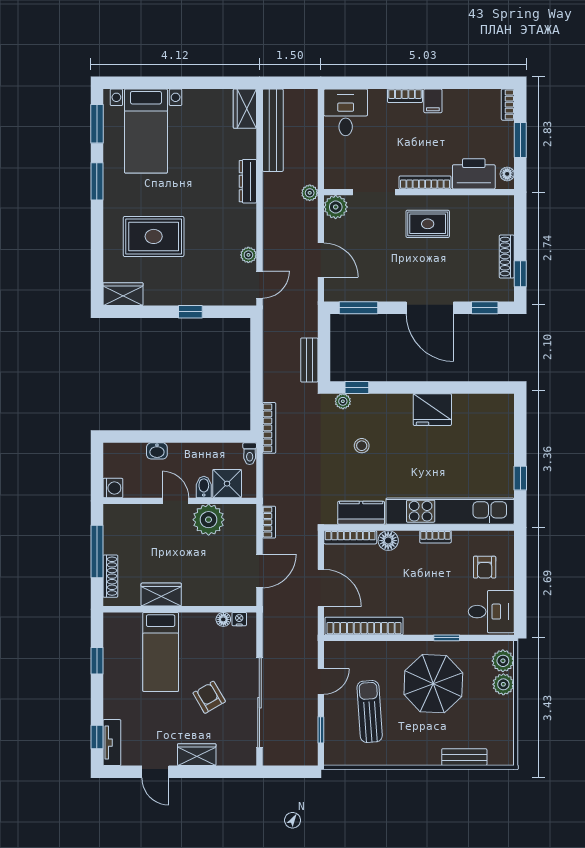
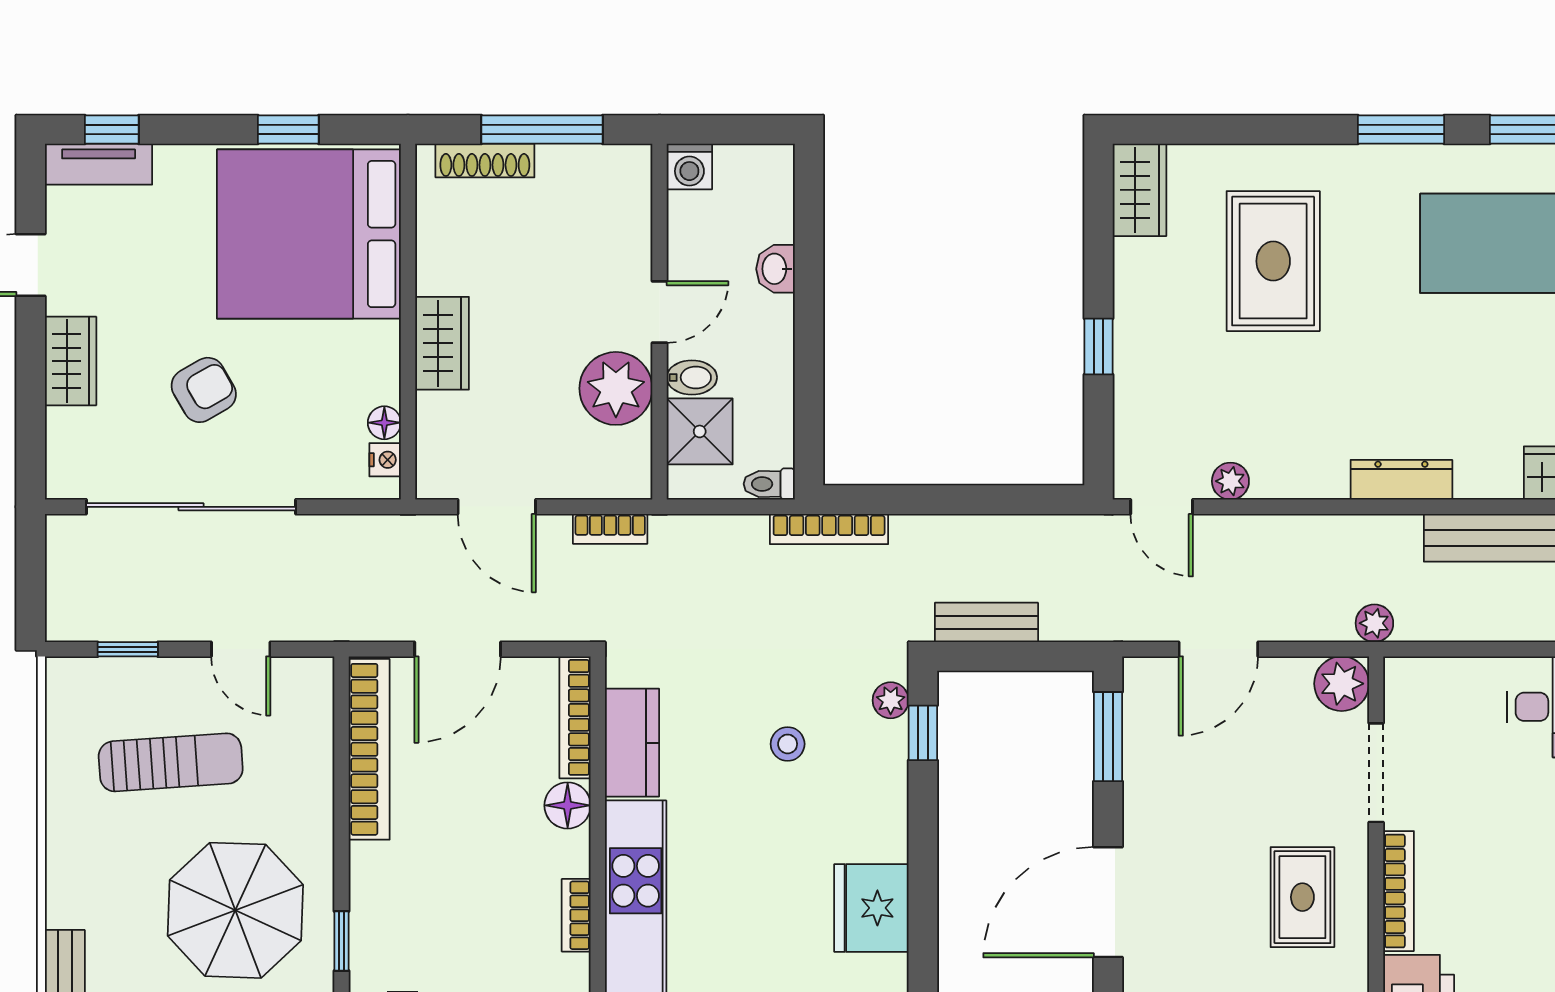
wardrobe: (161, 595) -> (442, 343), moved
bed: (161, 652) -> (309, 234), width x2.04

